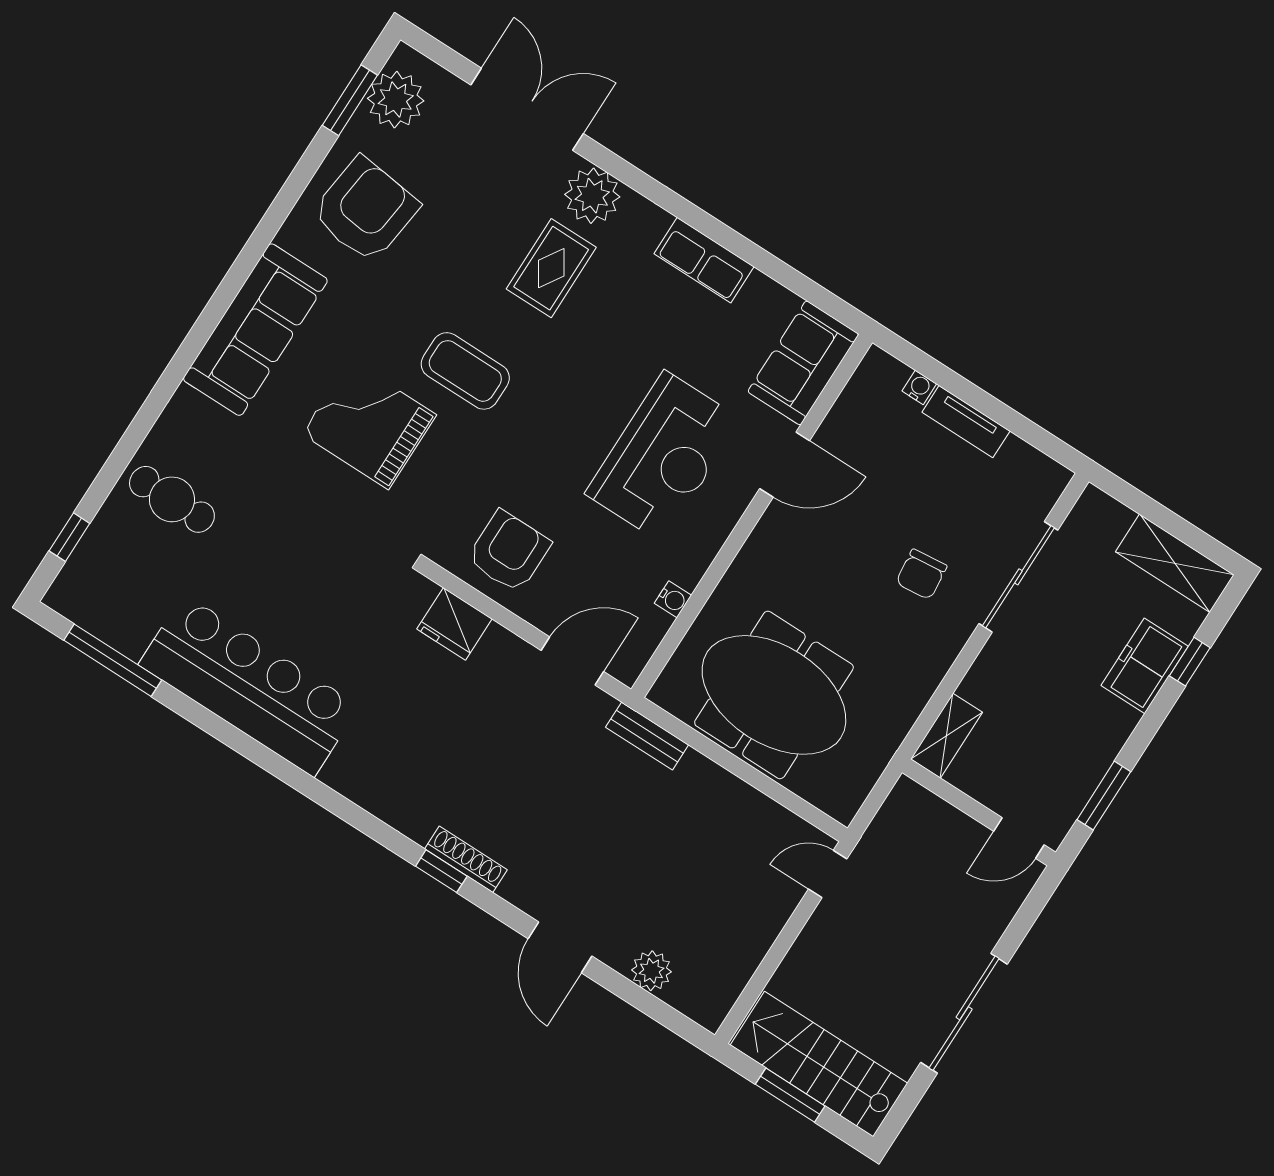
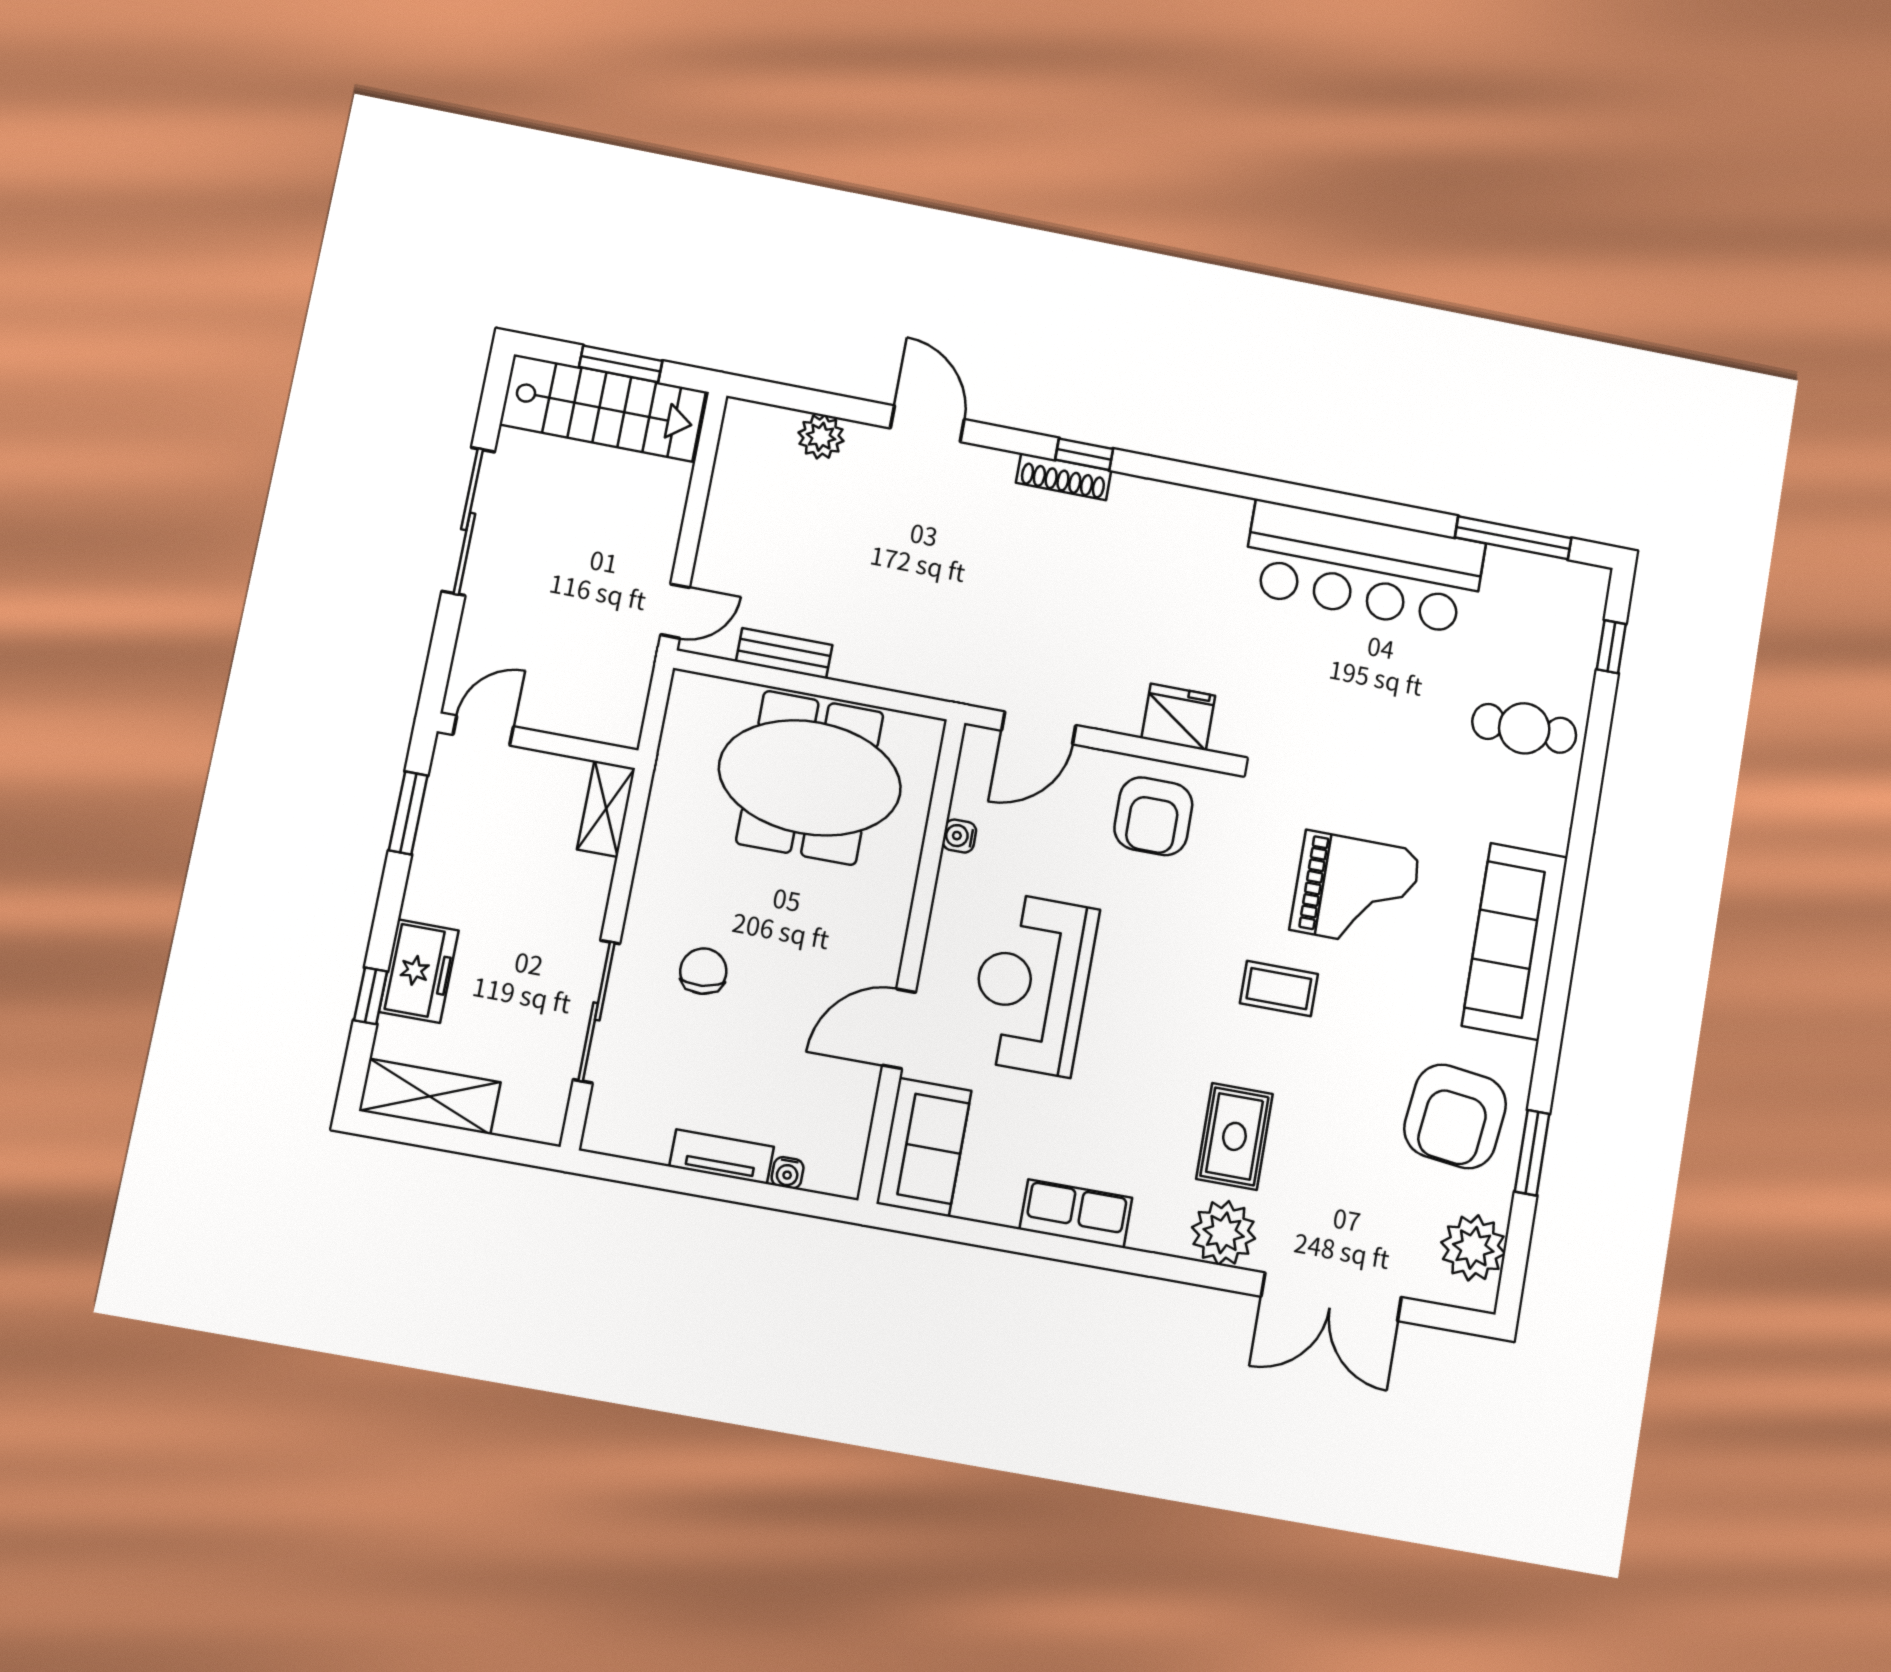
window: (350, 100) -> (1532, 1153), moved
coffee table: (465, 371) -> (1279, 989), width x0.73, depth x0.77
bench: (647, 736) -> (784, 653), moved

